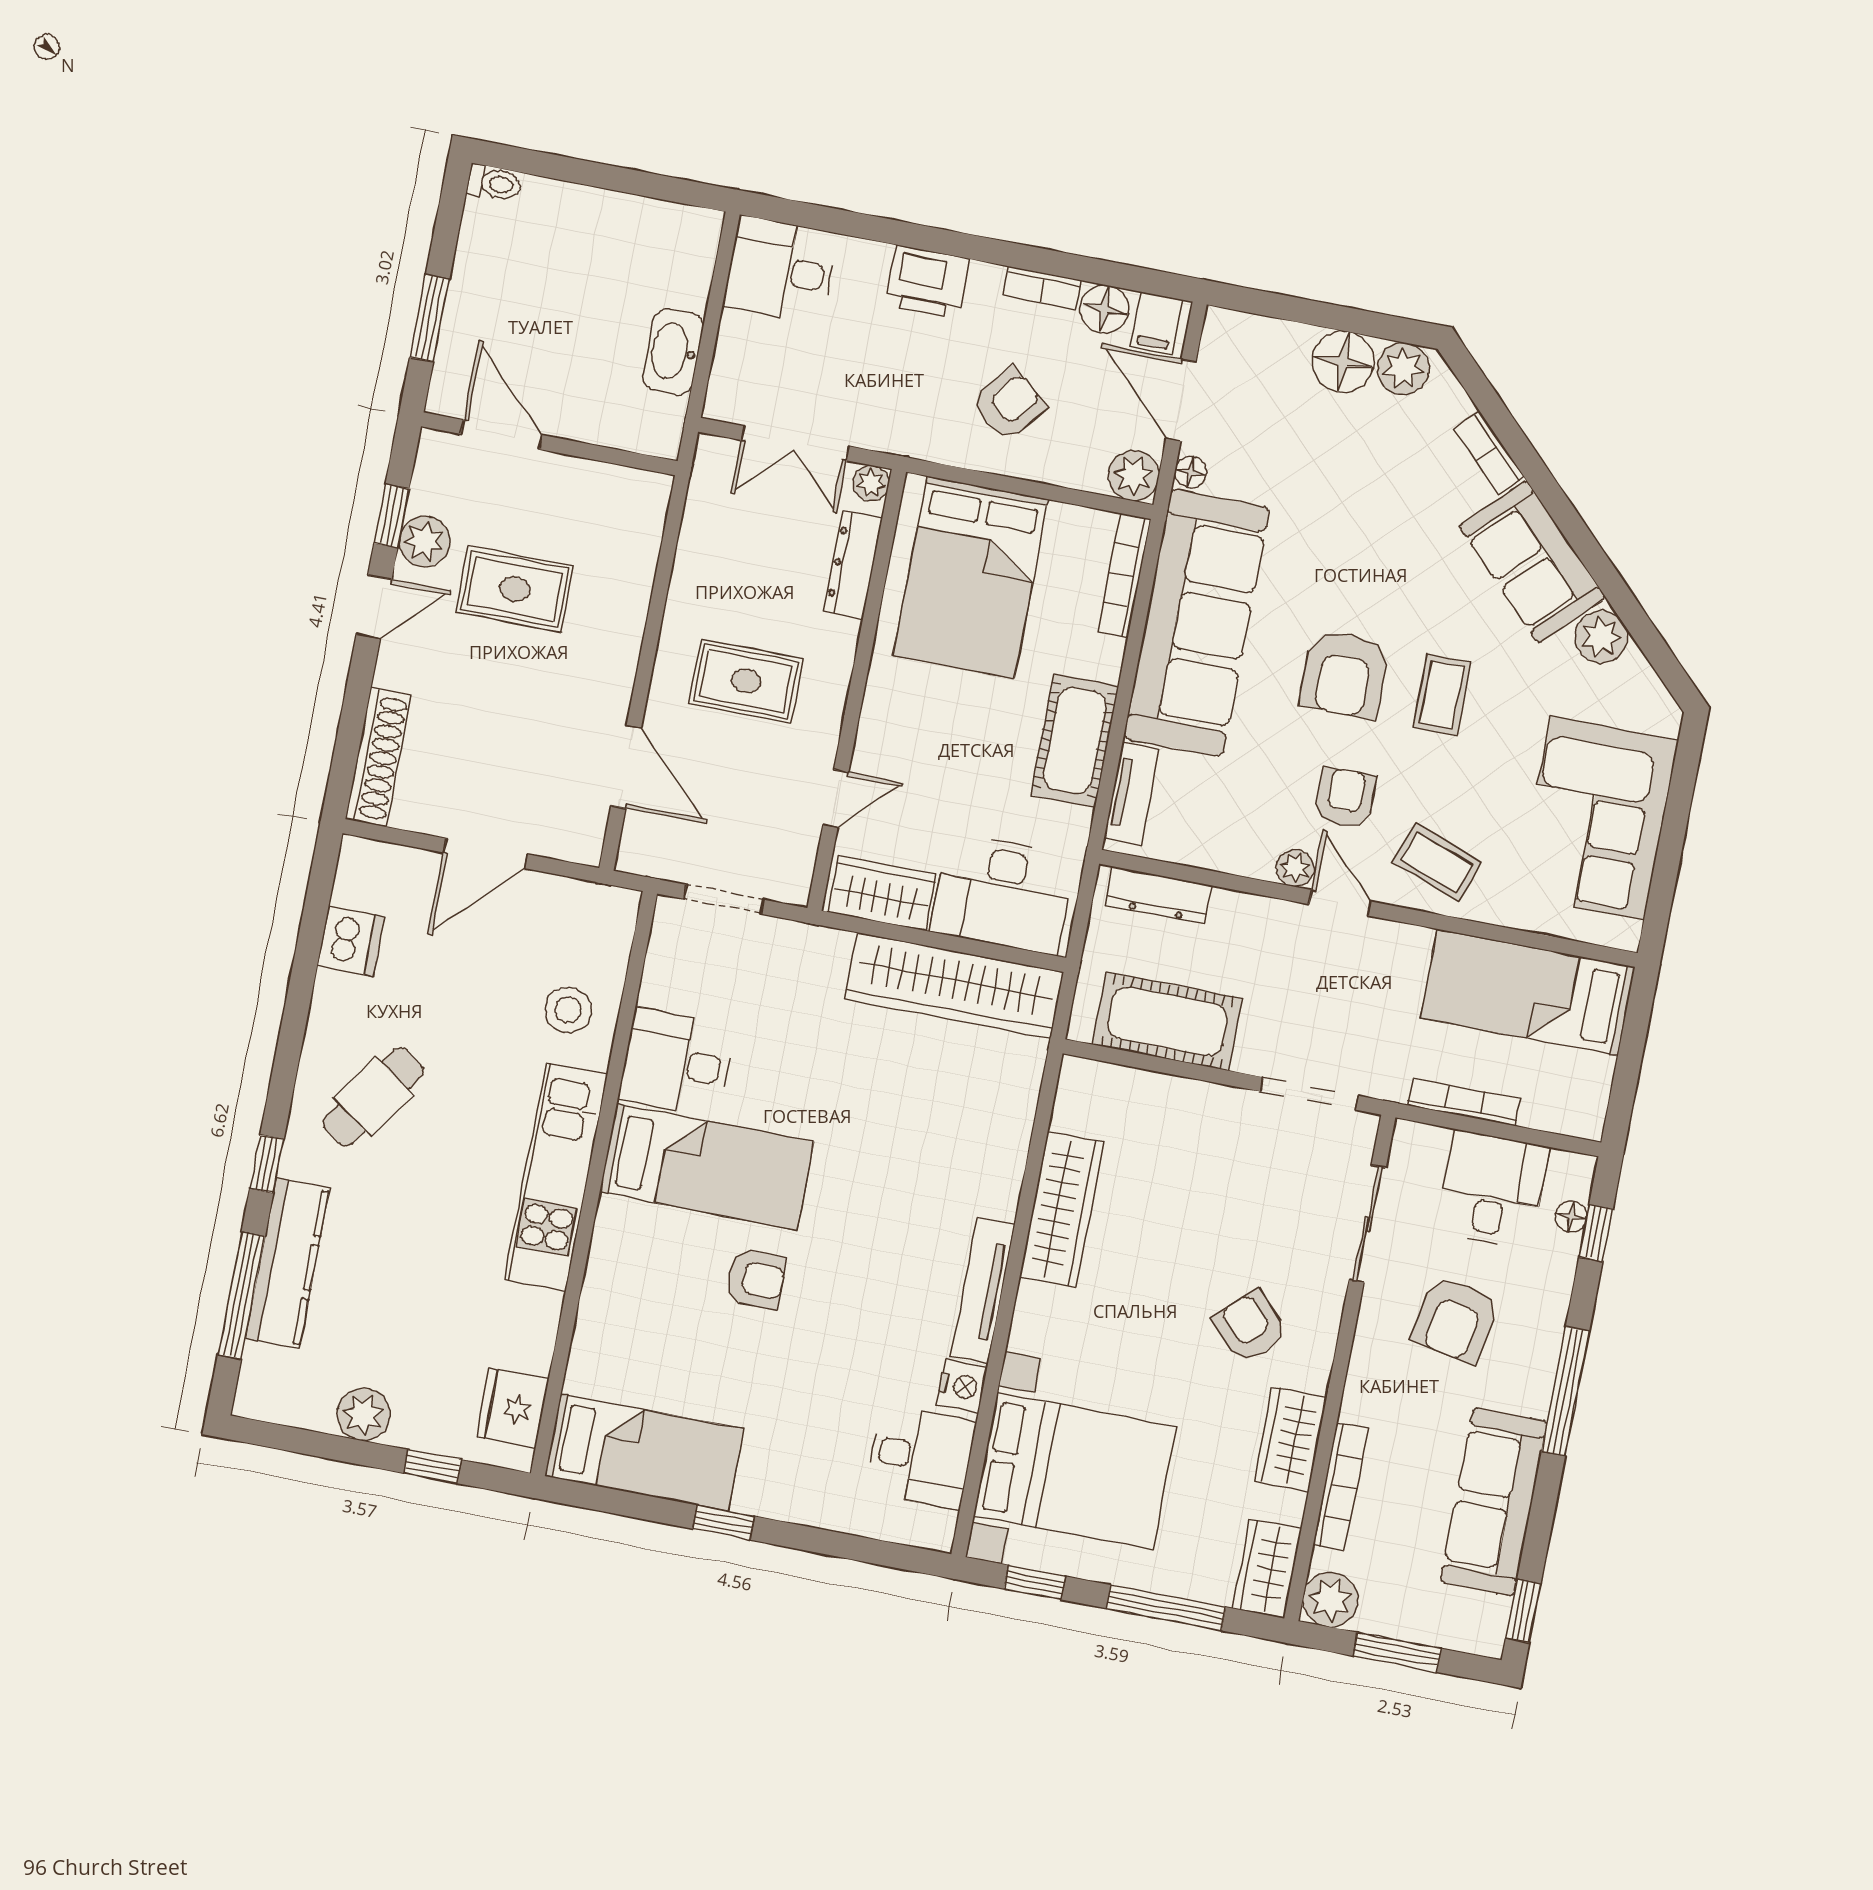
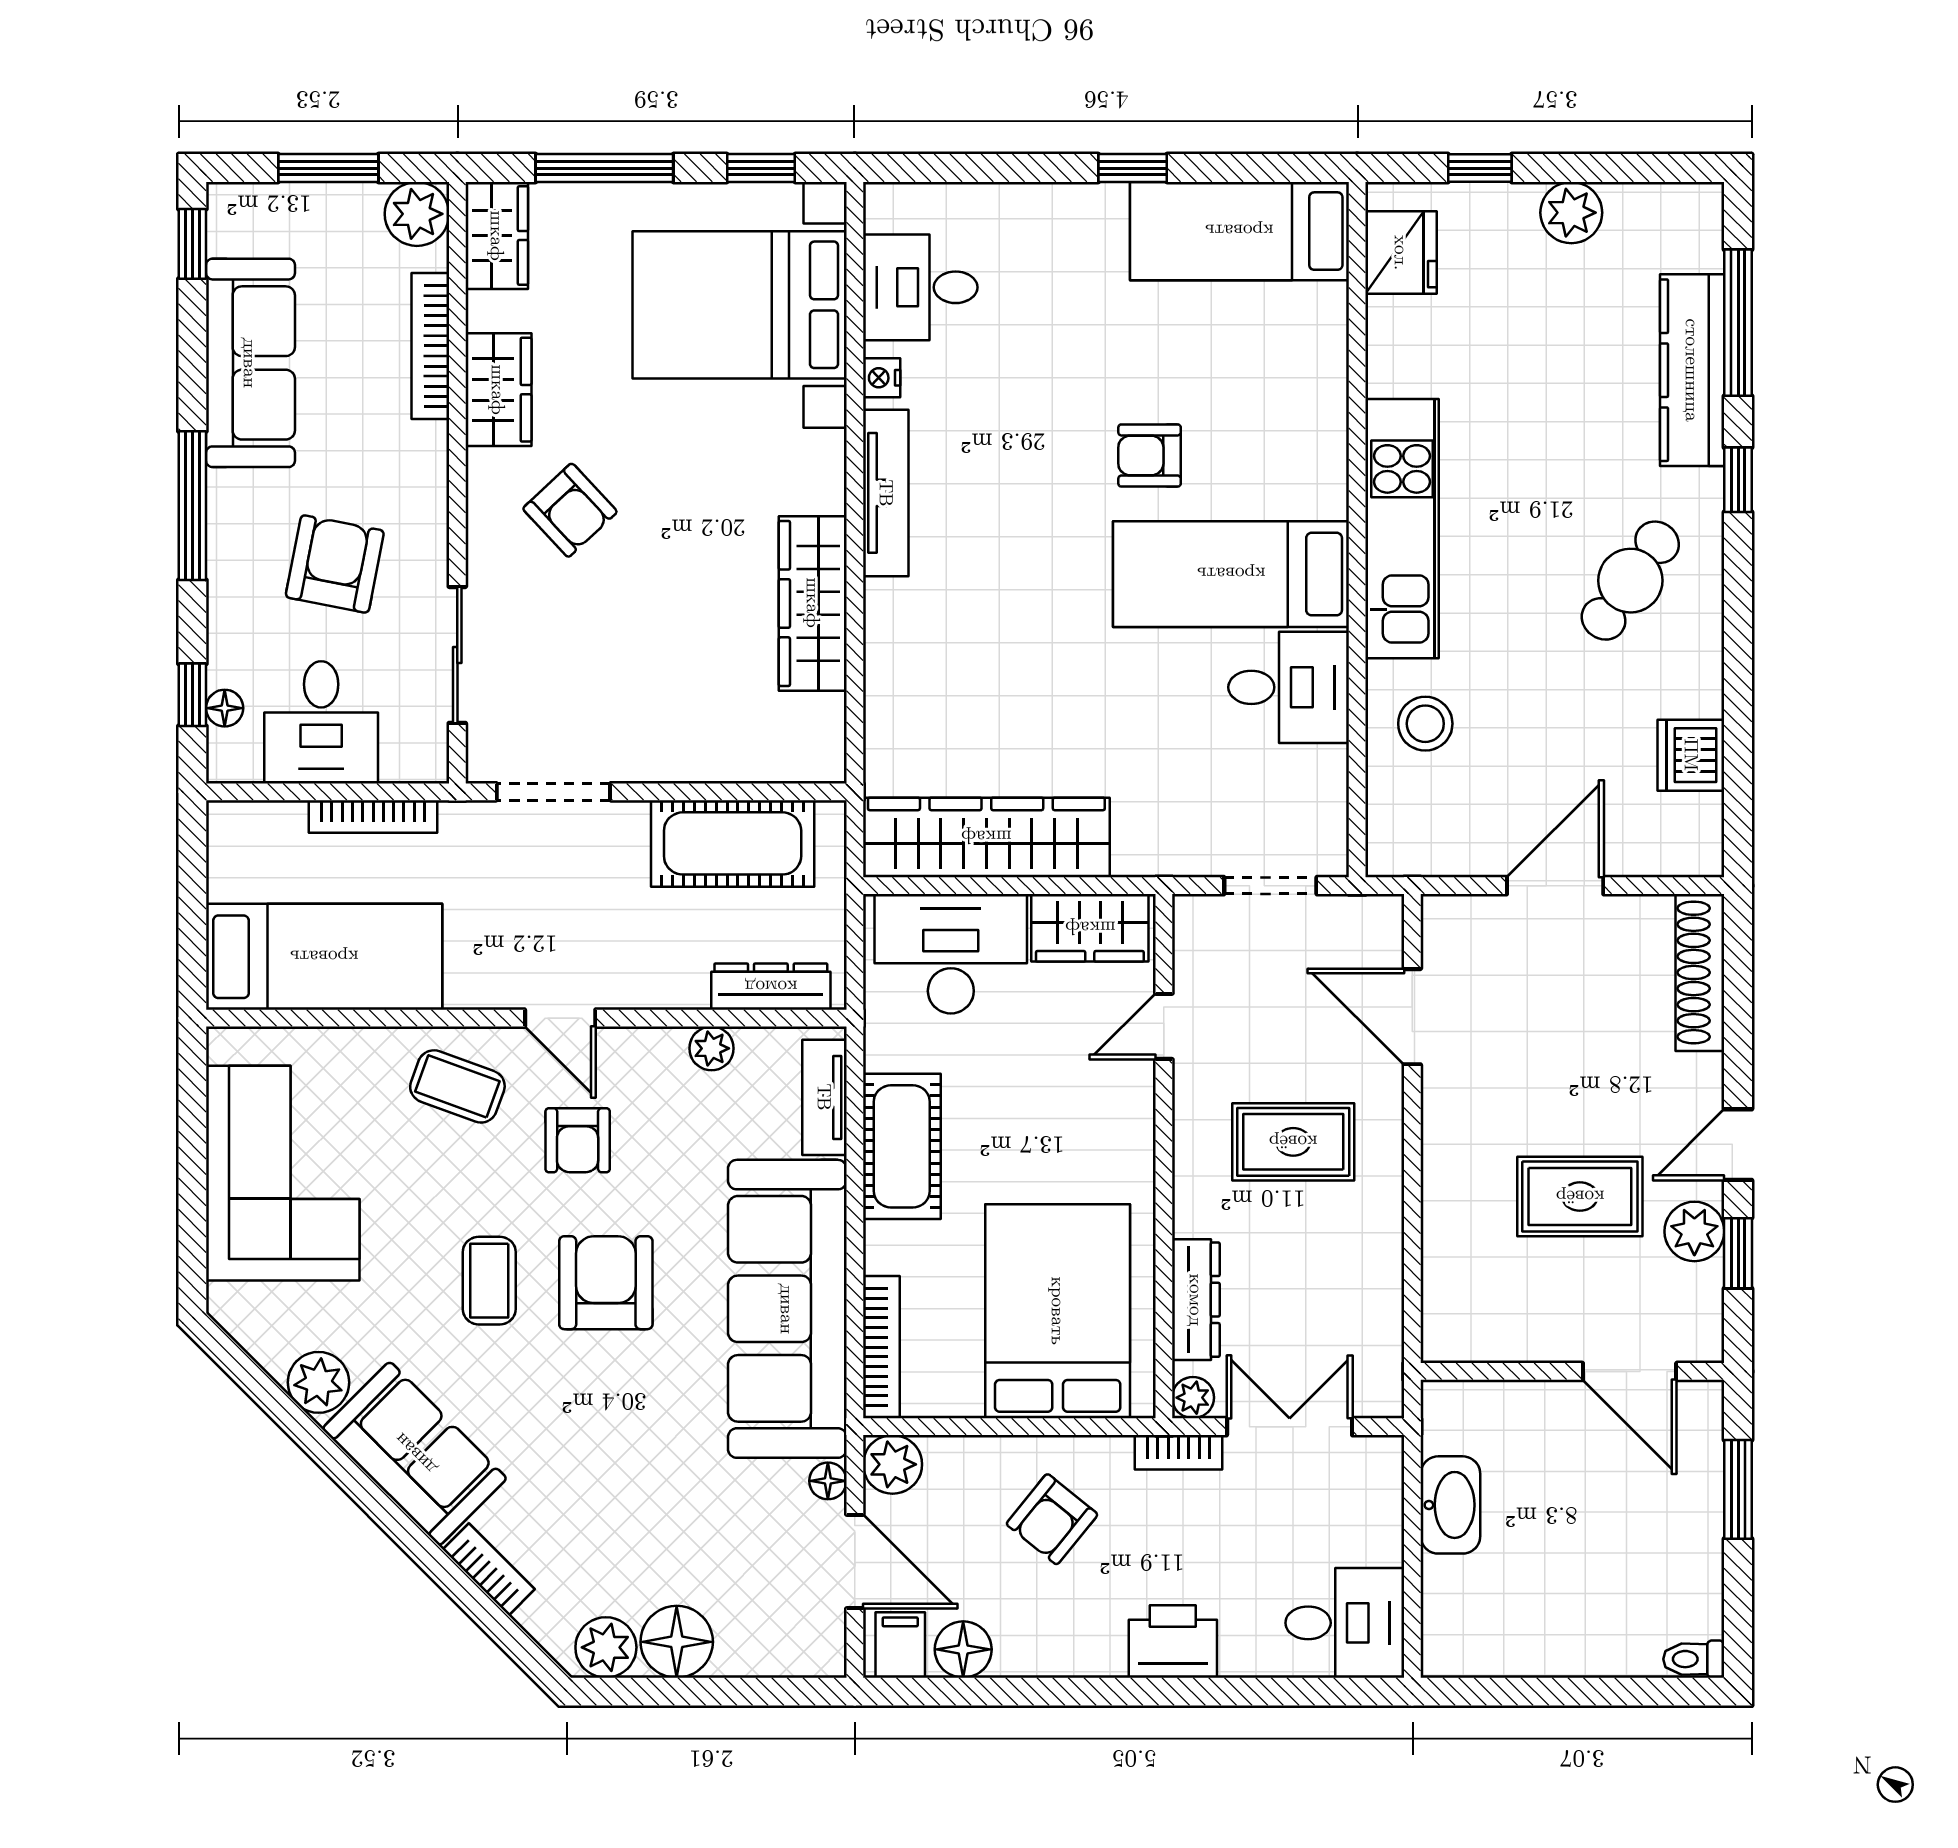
bookcase: (1042, 288) -> (1178, 1452), moved, turned 180
plant: (1295, 868) -> (711, 1048), moved
nightstand: (962, 1386) -> (882, 378), width x0.72, depth x0.74

